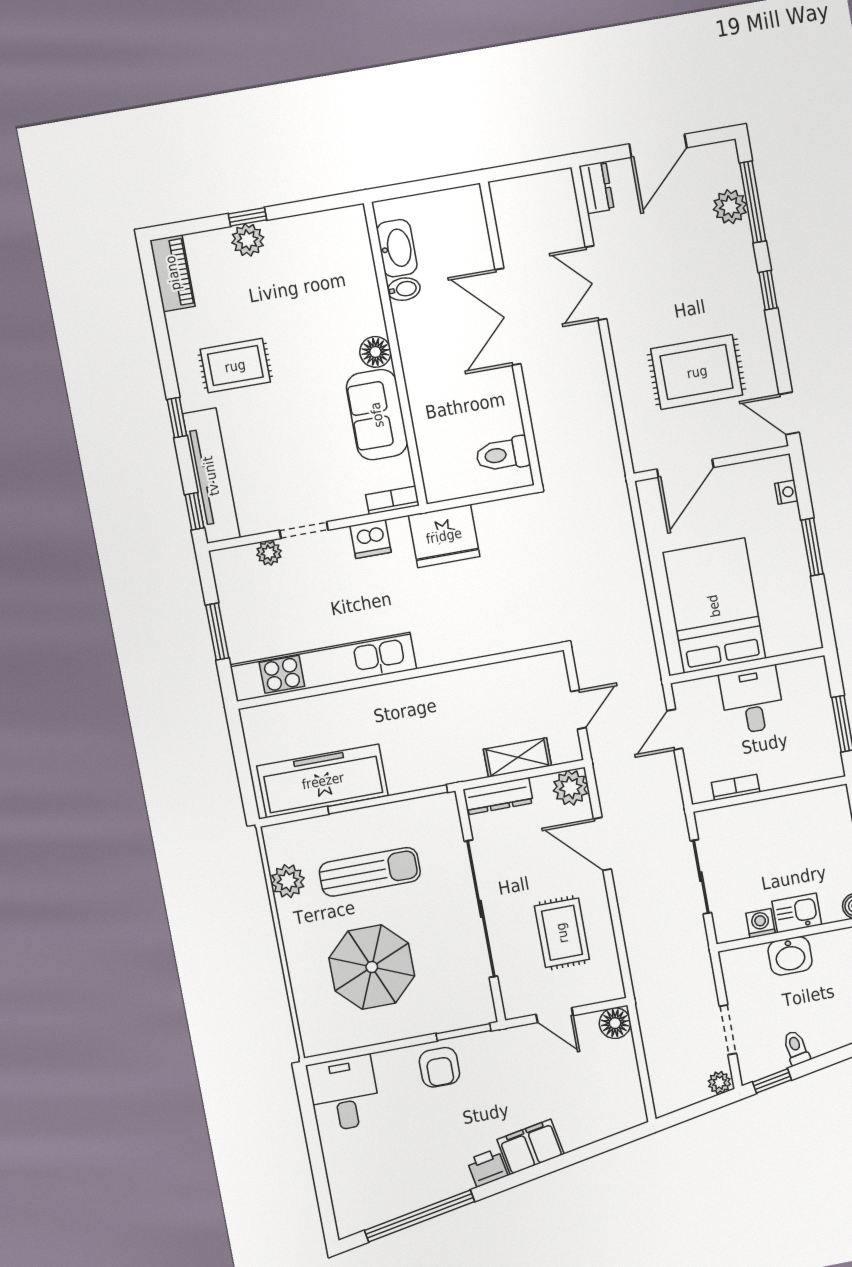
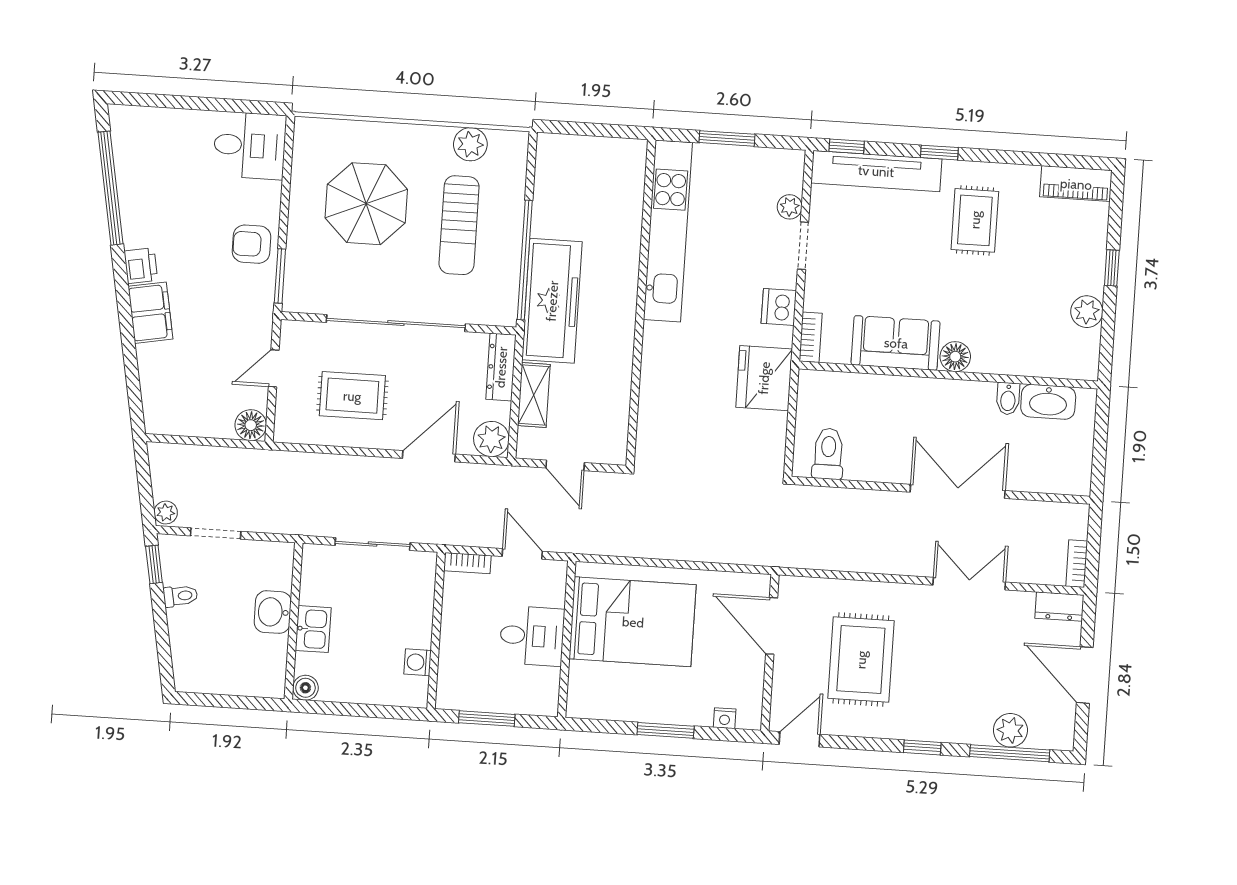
bookcase: (550, 181) -> (1077, 564), added
plant: (248, 240) -> (1087, 312), moved
freezer: (323, 781) -> (552, 301), moved
bookcase: (736, 787) -> (467, 563), moved, turned 90
washing machine: (761, 923) -> (418, 662), moved, turned 180

